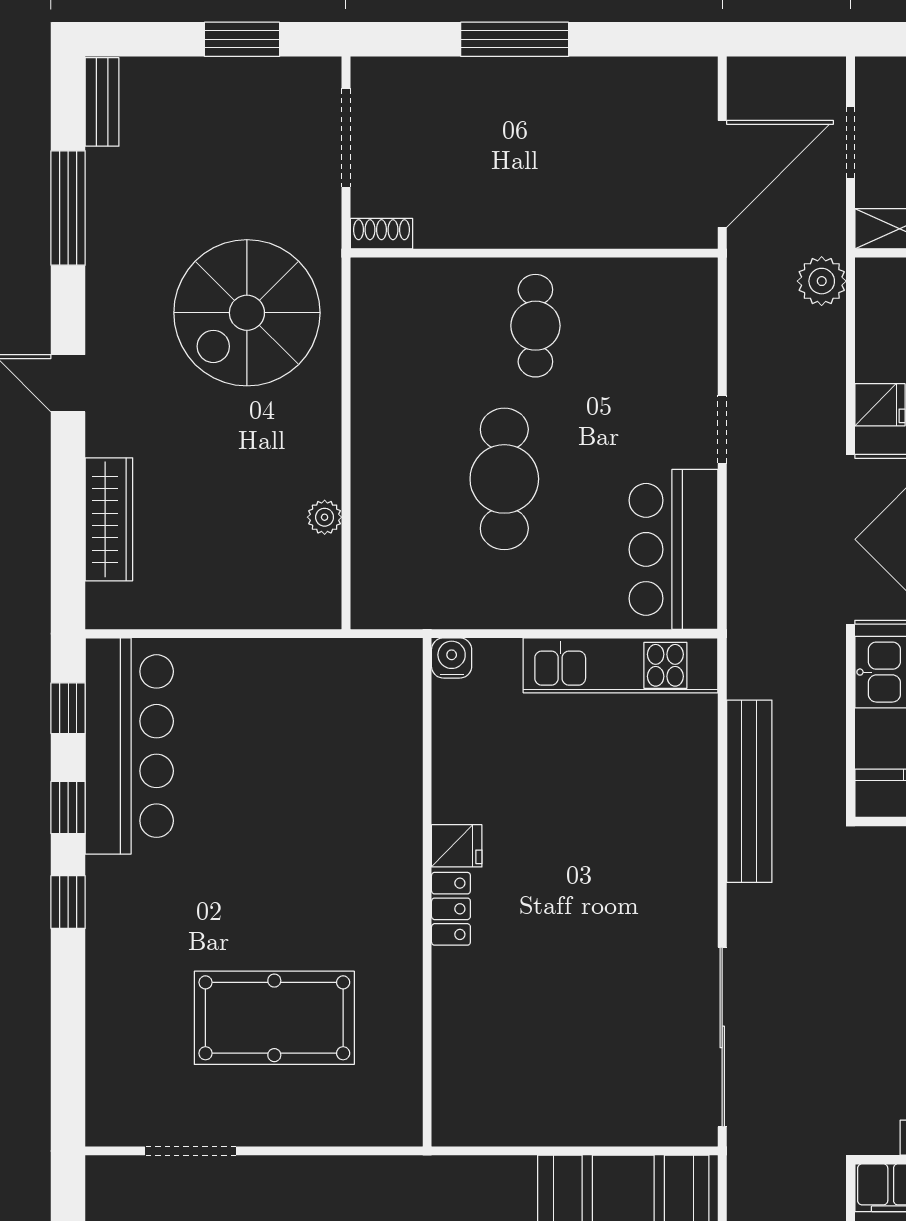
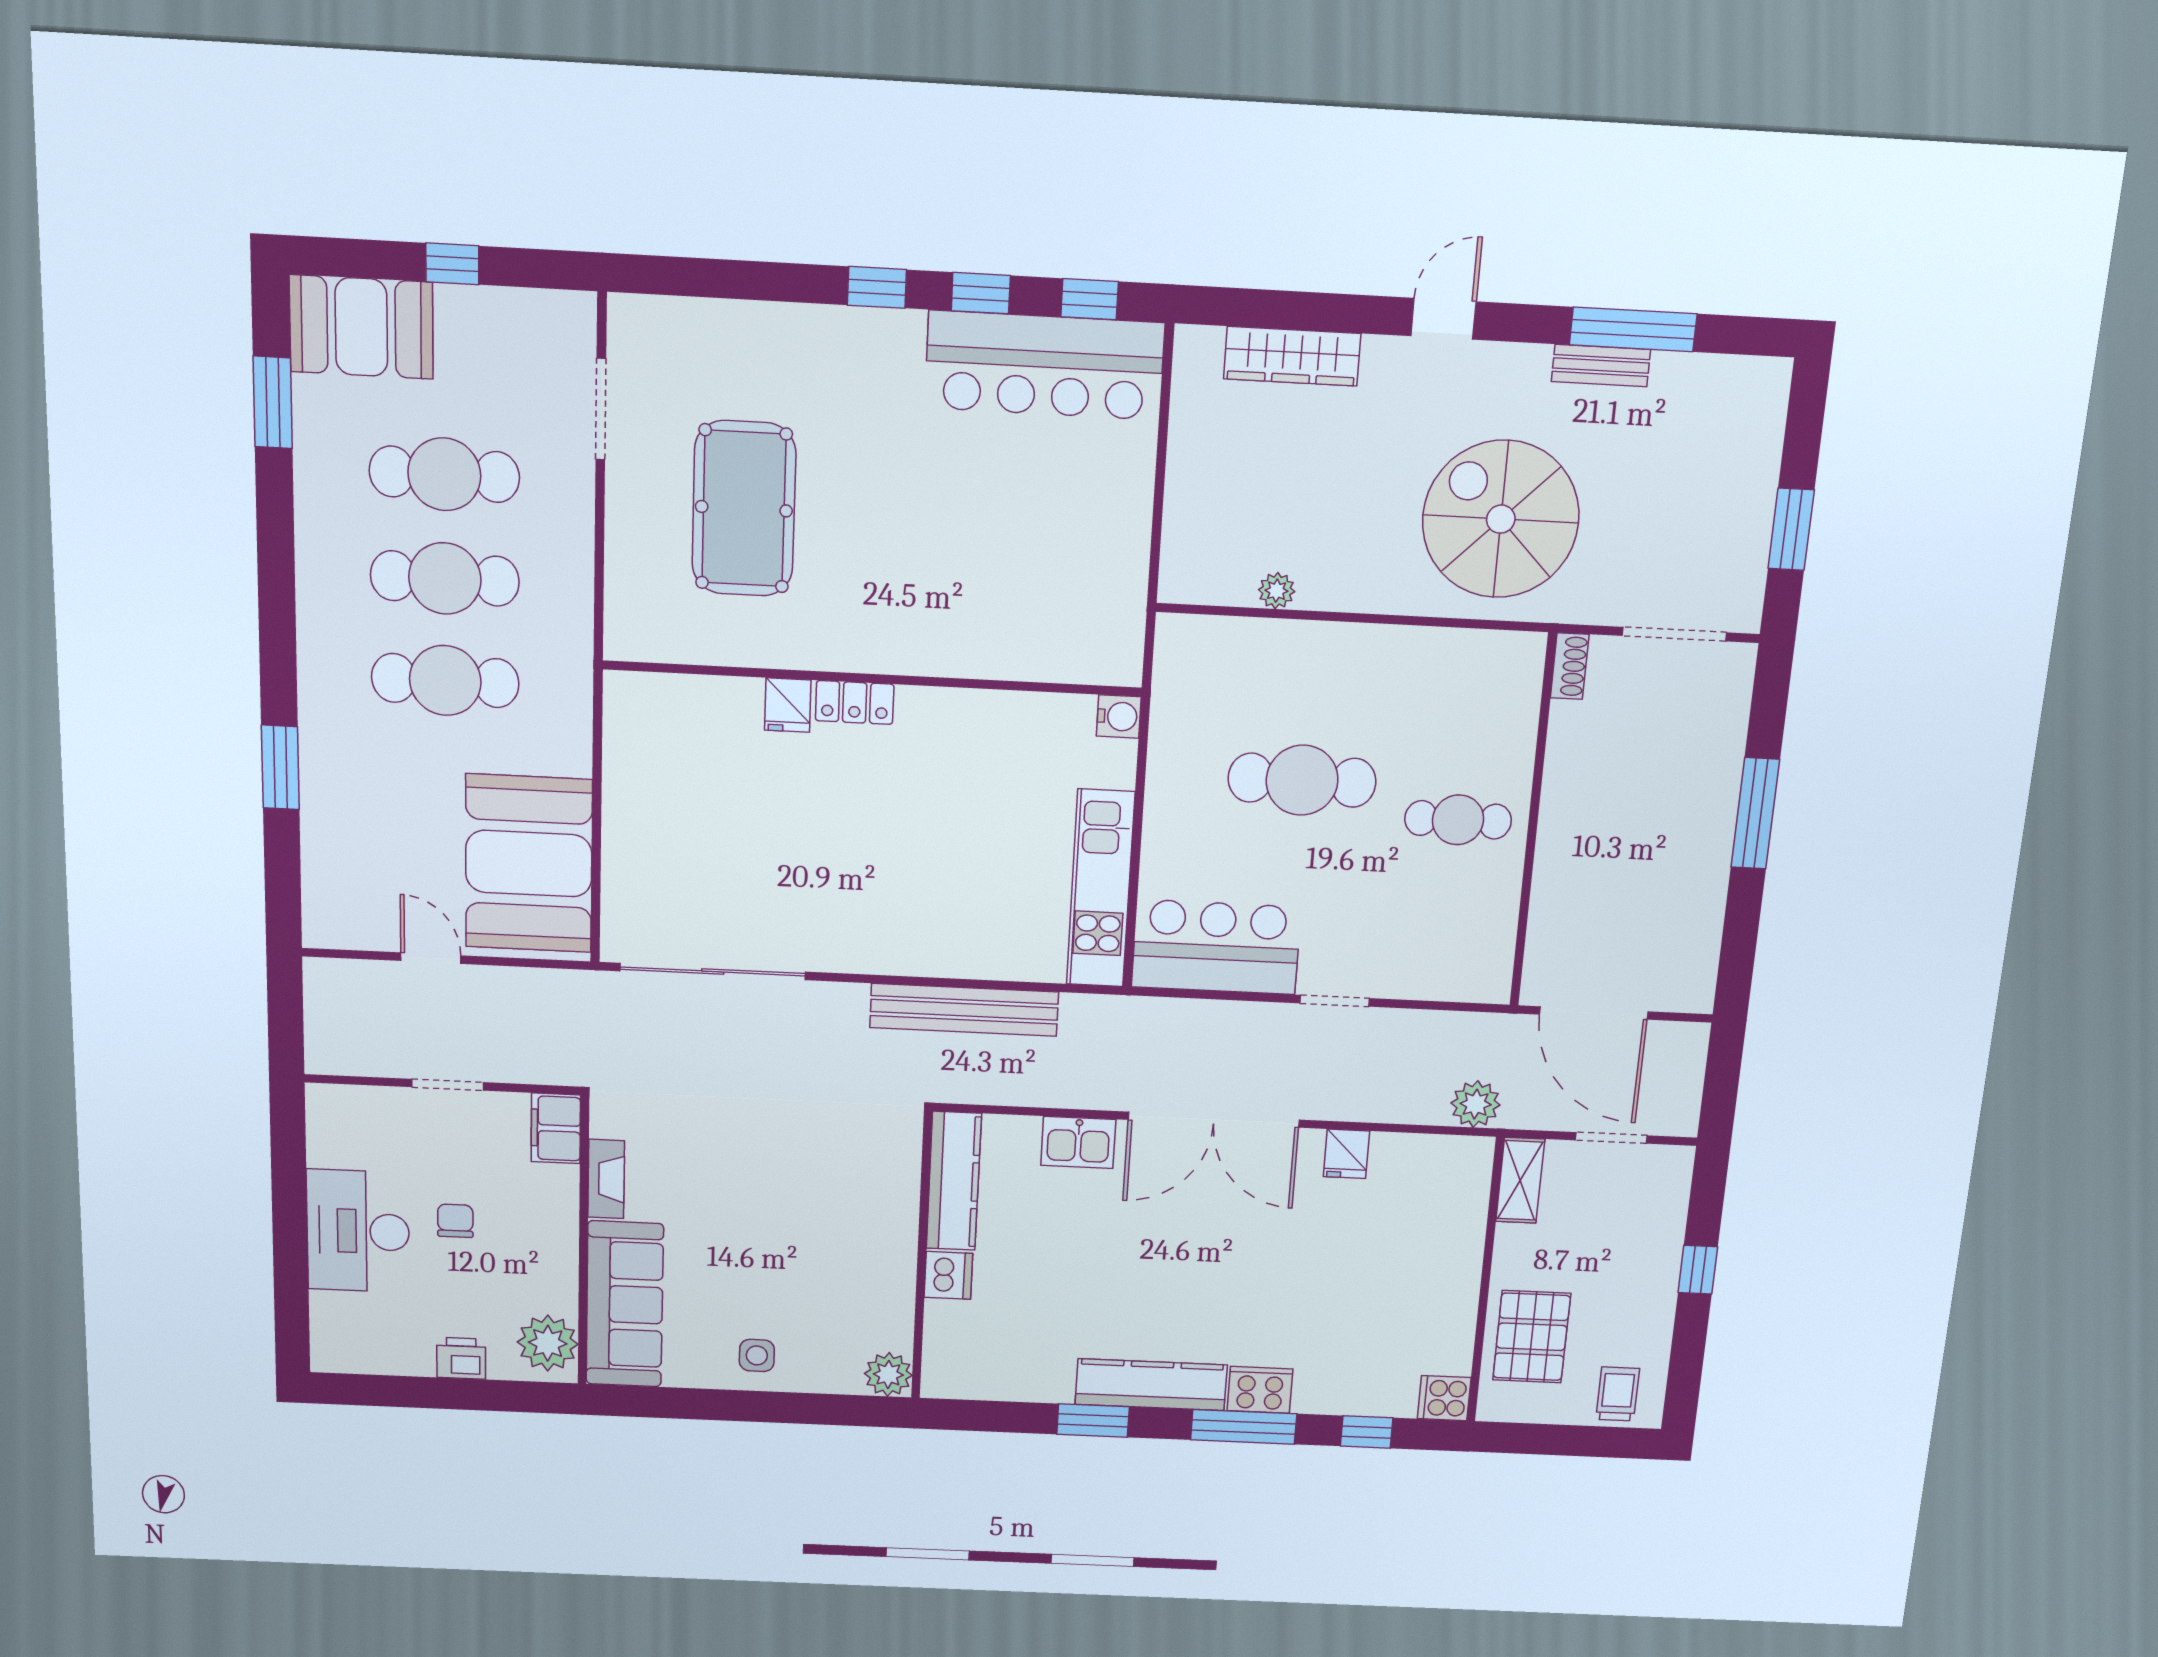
bench: (102, 102) -> (1601, 366), moved
fridge: (457, 846) -> (788, 705), moved

